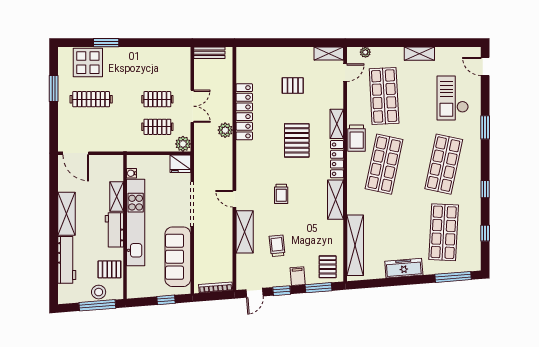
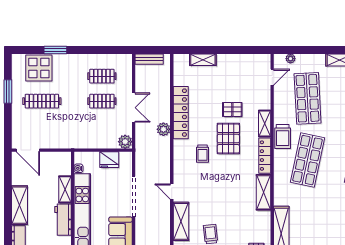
shelving: (329, 53) -> (203, 60), moved
pallet: (293, 86) -> (232, 109), moved
clothes rail: (157, 127) -> (102, 76), moved
fridge: (180, 164) -> (109, 160), moved
trolley: (281, 194) -> (203, 154), moved

